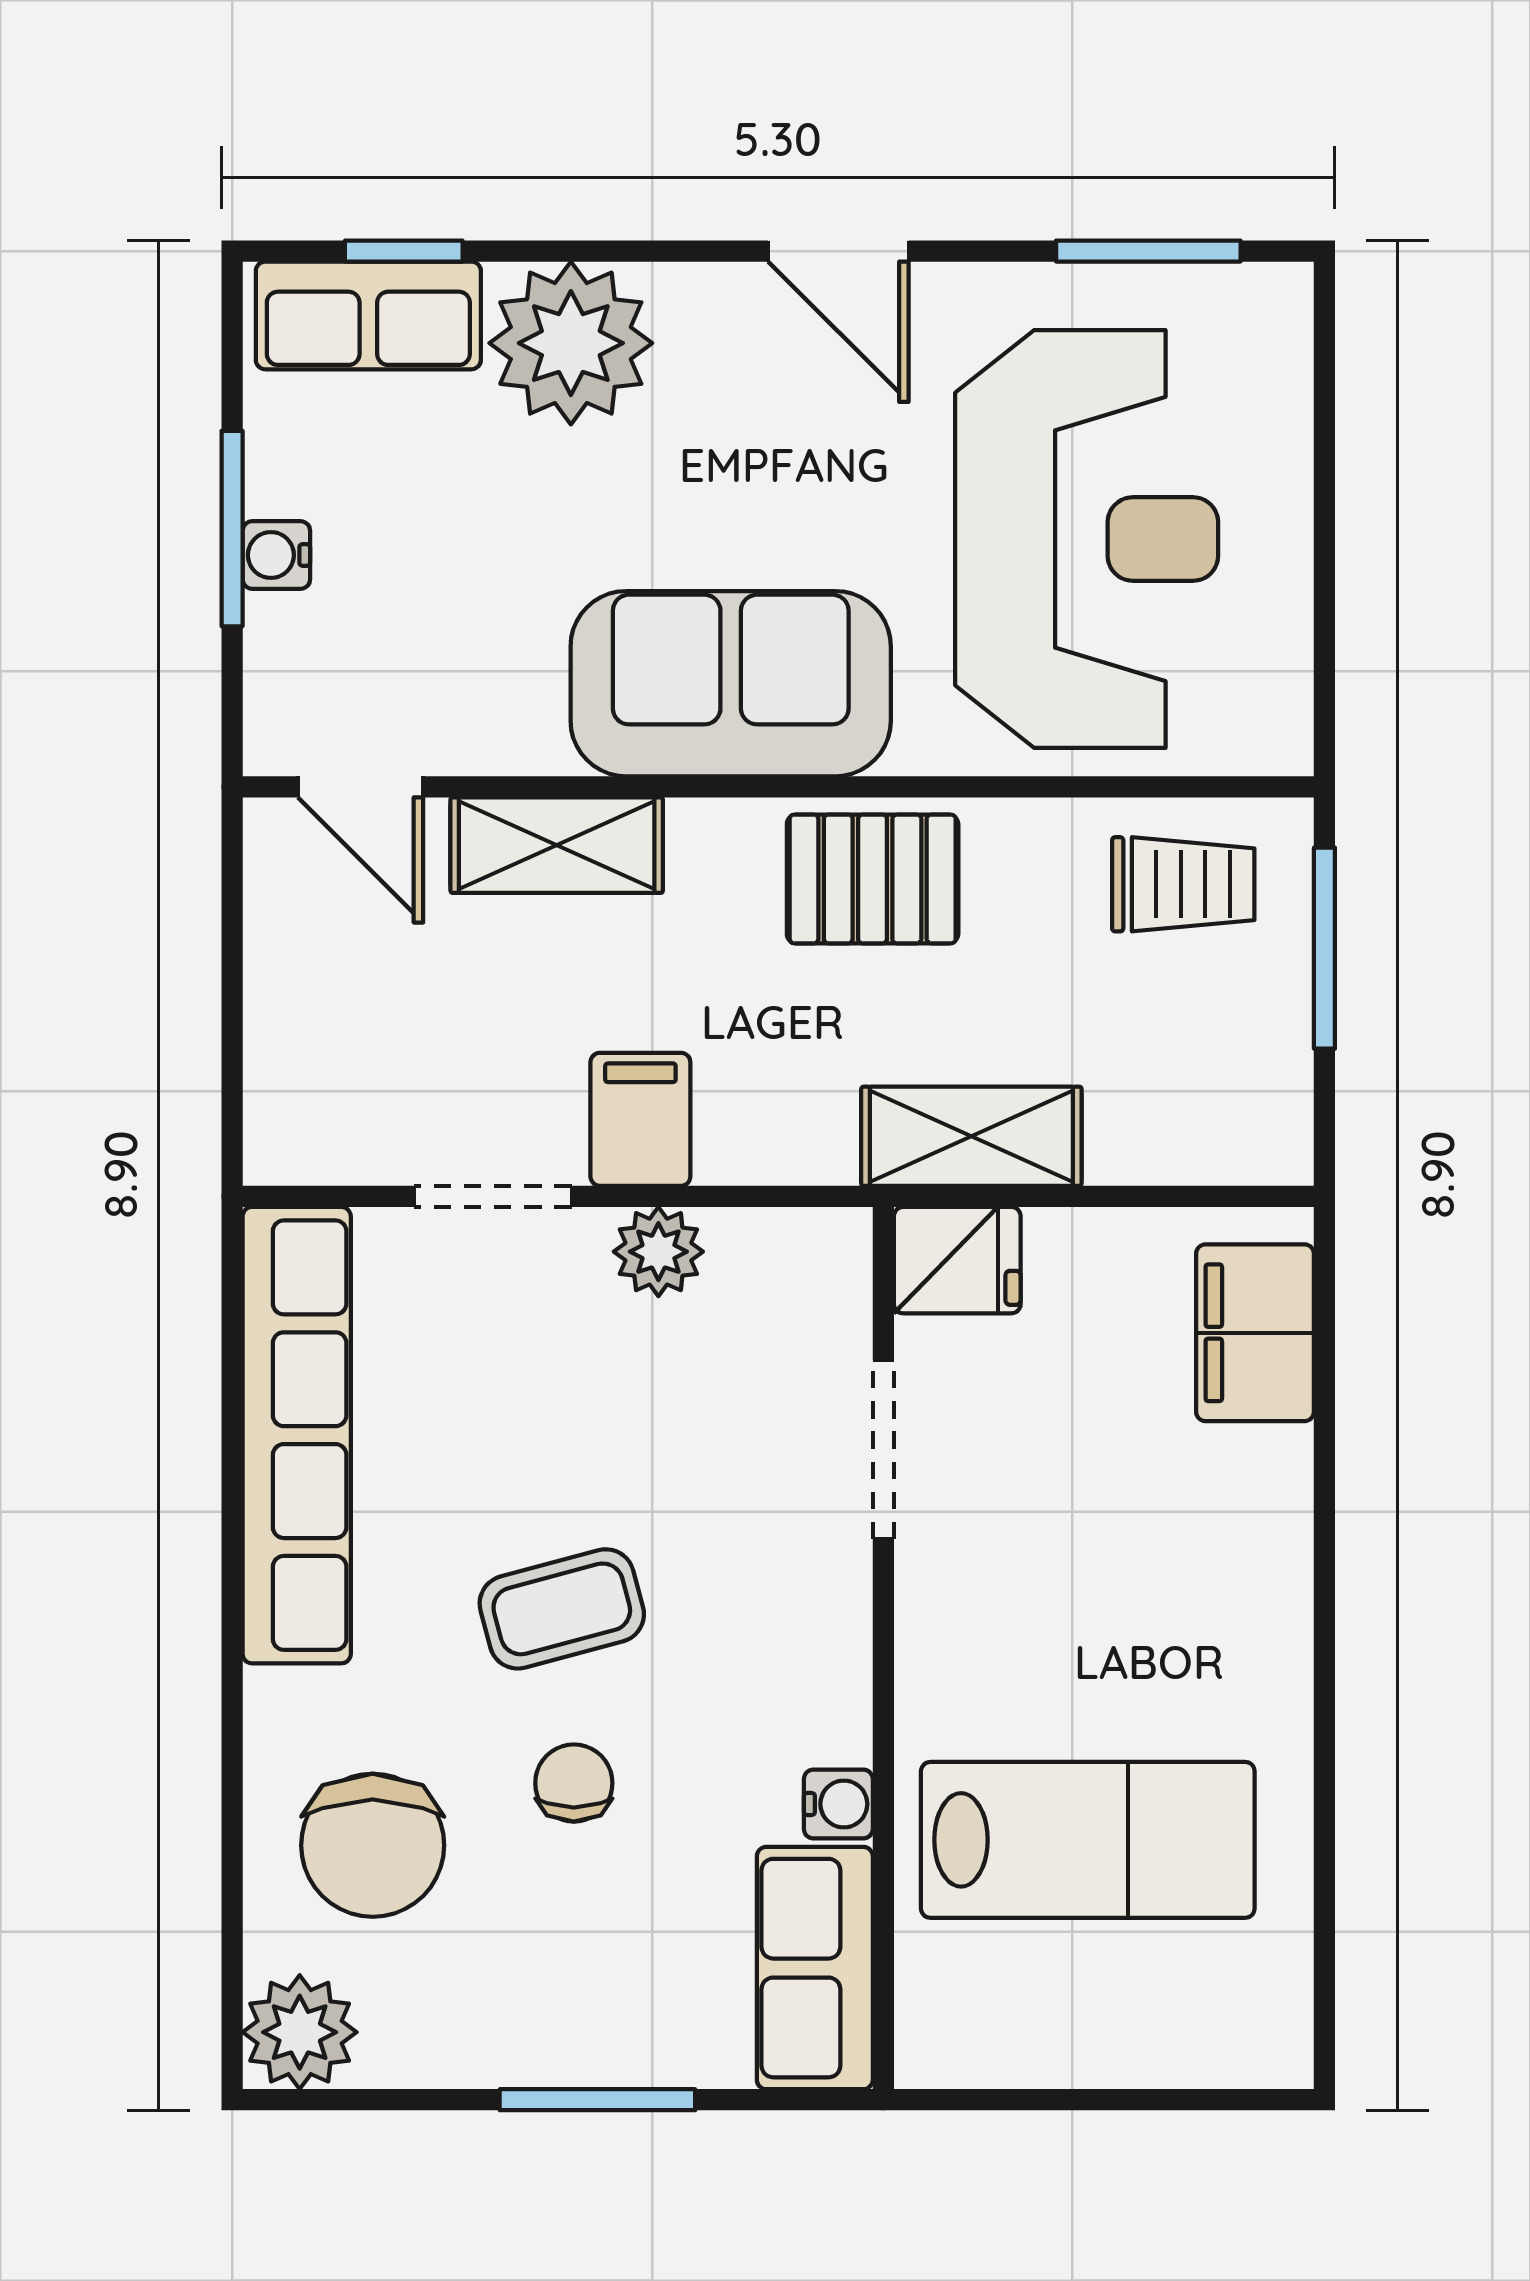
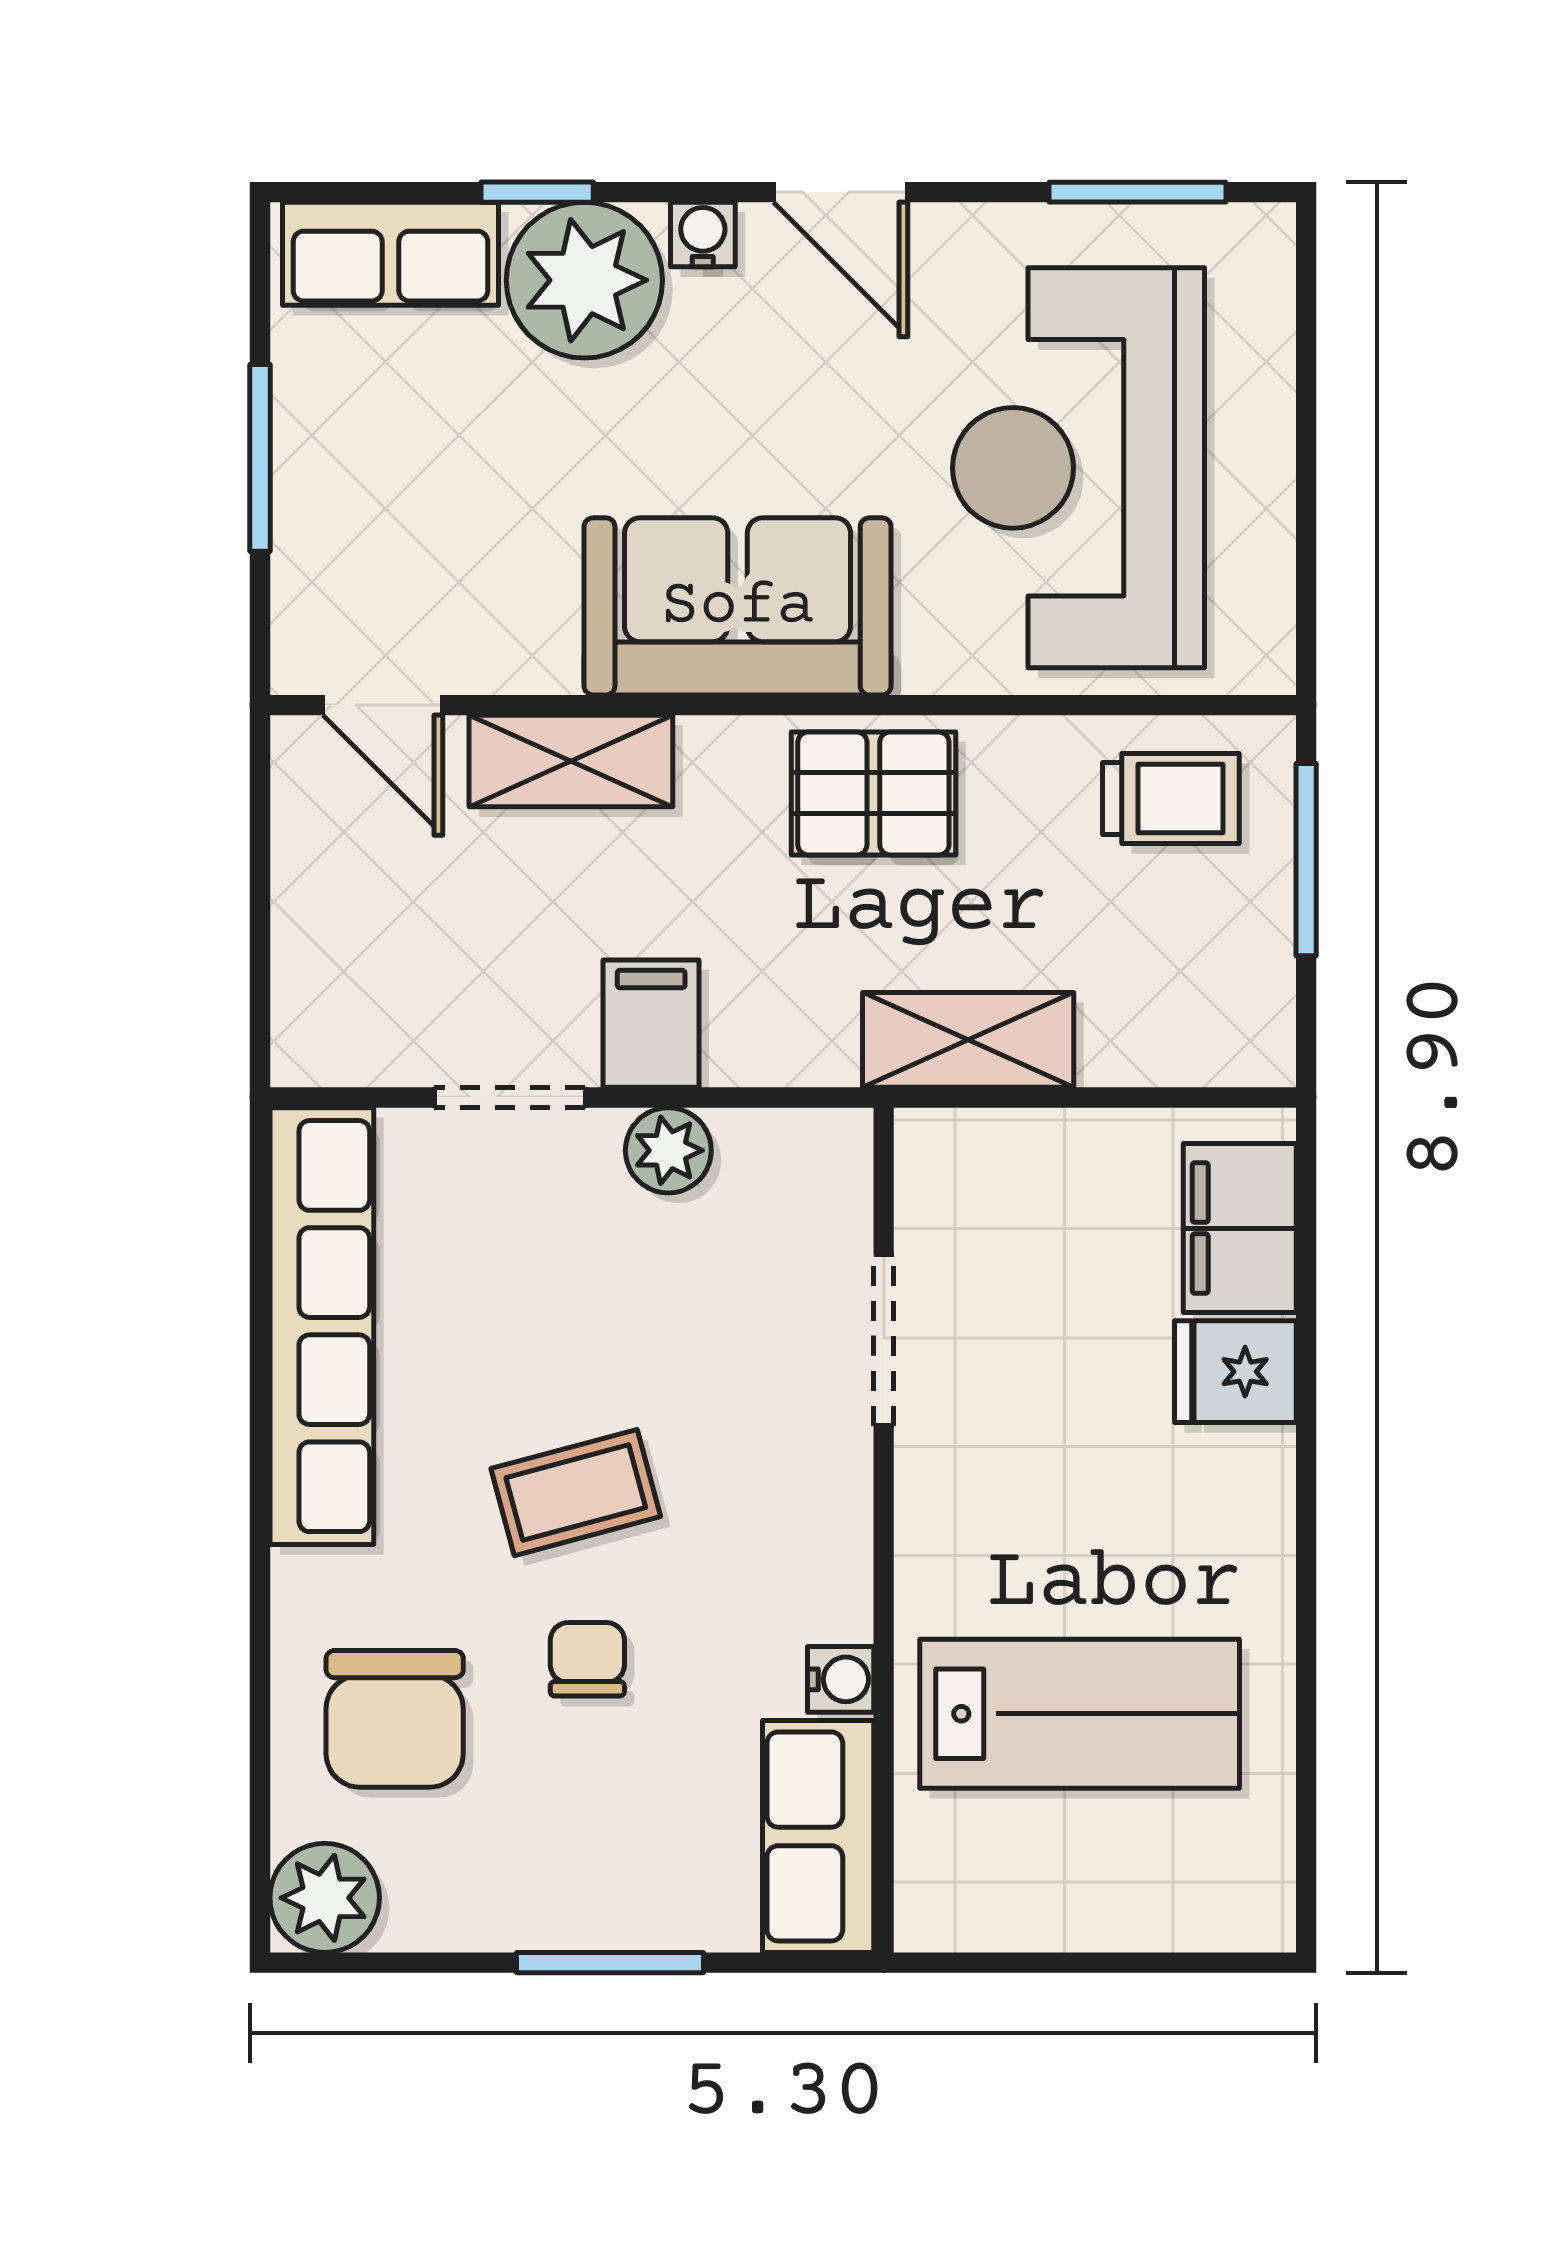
window: (404, 251) -> (537, 192), moved
reception desk: (1087, 539) -> (1078, 468), turned 180
water cooler: (276, 555) -> (703, 234), moved, turned 90
fridge: (957, 1260) -> (1235, 1372), moved, turned 180

